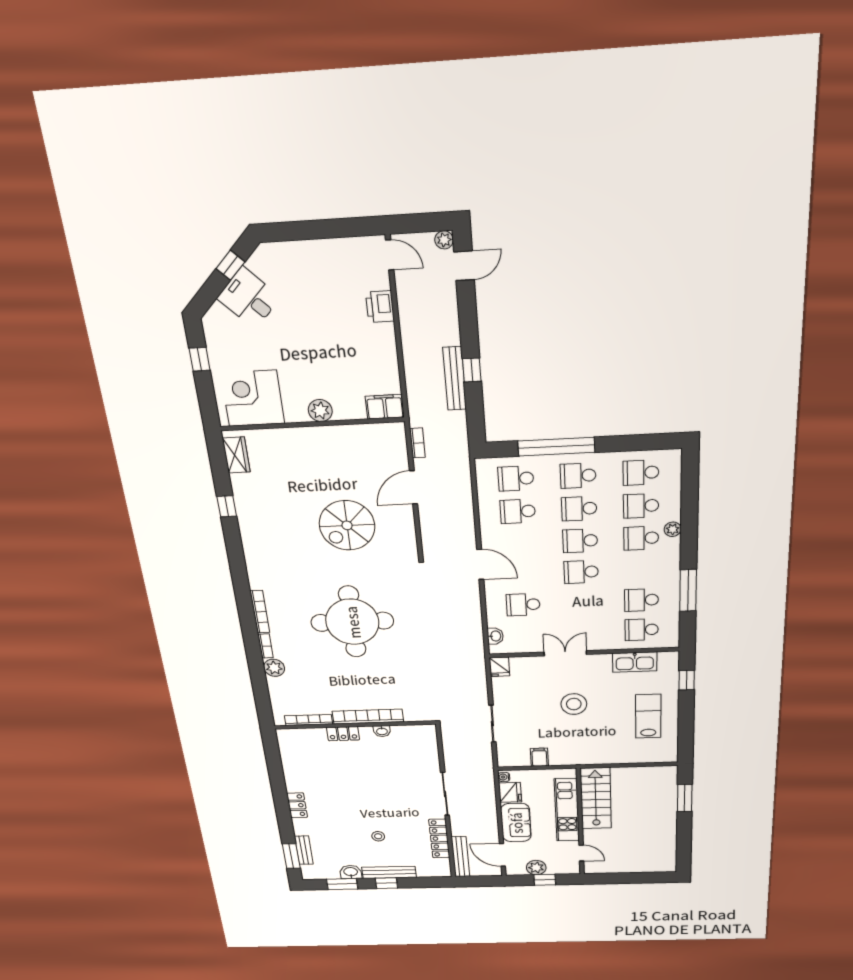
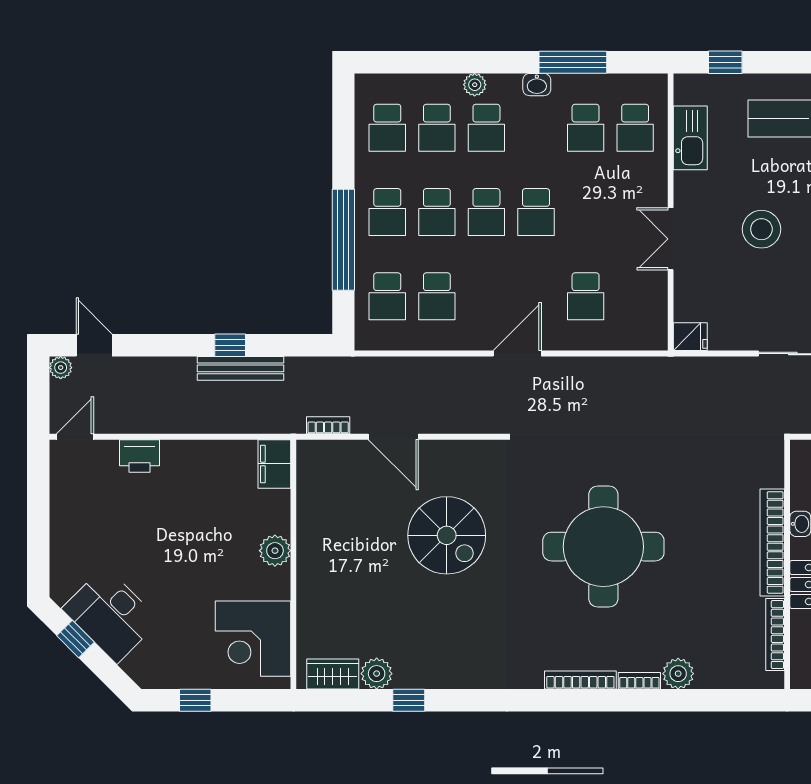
desk: (249, 298) -> (111, 615), width x1.37
plant: (242, 484) -> (377, 674), added
washbasin: (495, 636) -> (537, 85), moved, turned 180

